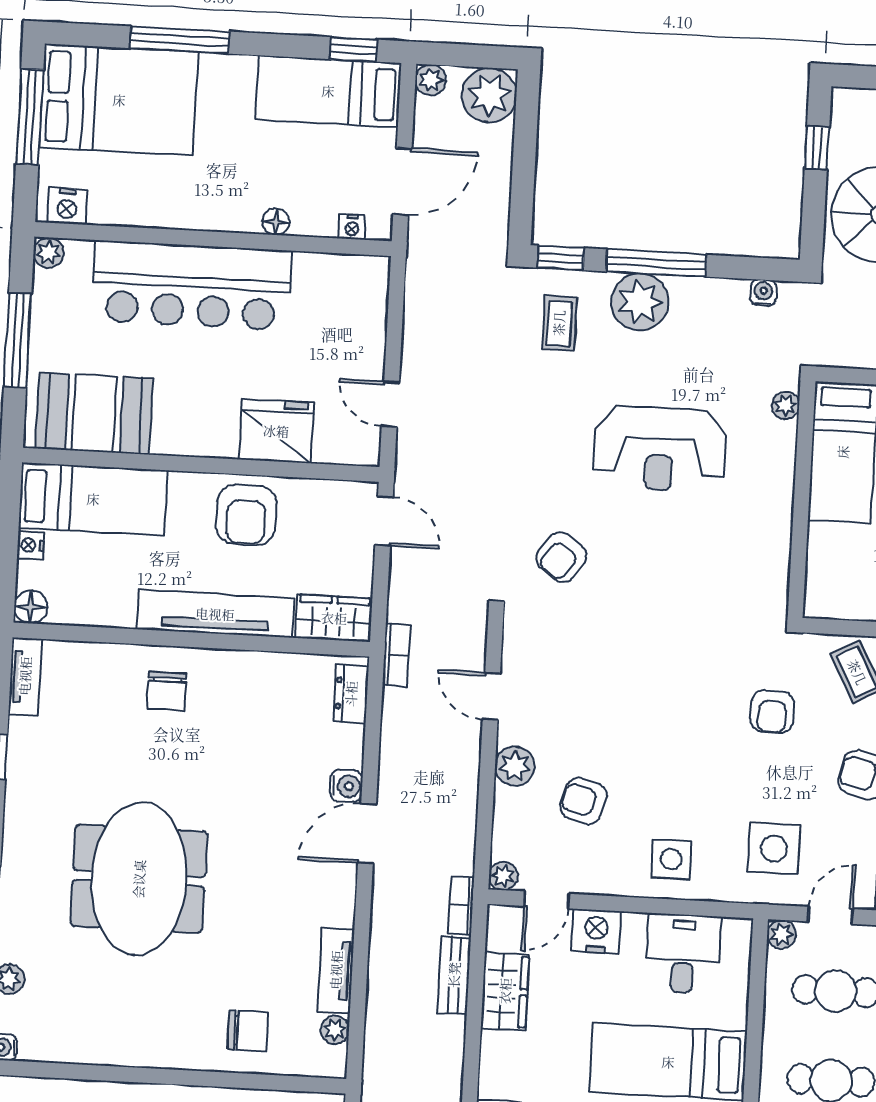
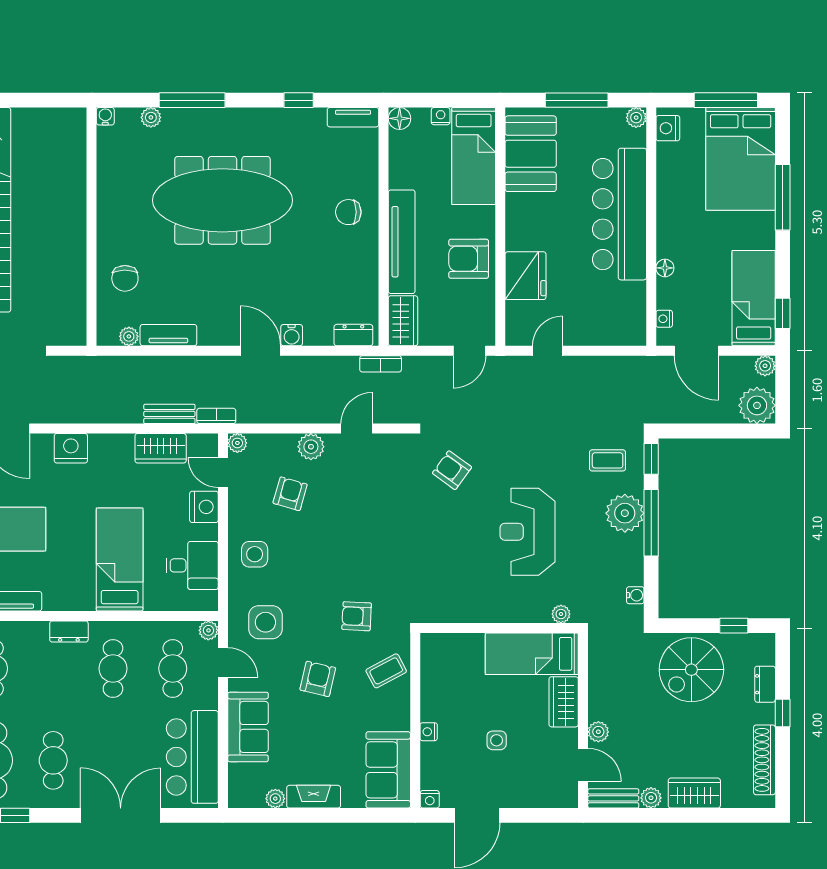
meeting table: (139, 879) -> (222, 200), width x1.36

